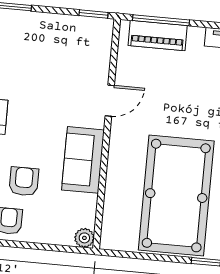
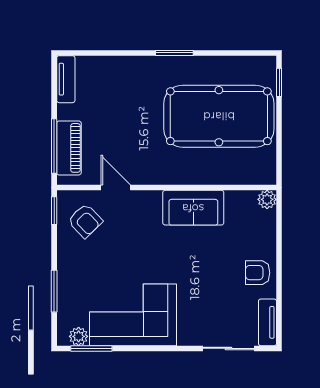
door: (110, 101) -> (116, 187), moved
armchair: (24, 181) -> (85, 221), moved, turned -134

